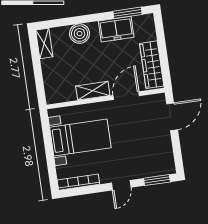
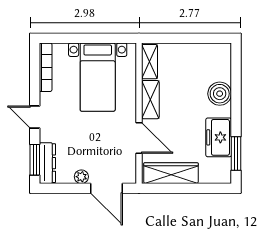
shelving: (44, 43) -> (150, 62), moved, turned 90
plant: (165, 139) -> (81, 177), added
dresser: (158, 169) -> (47, 163), added

